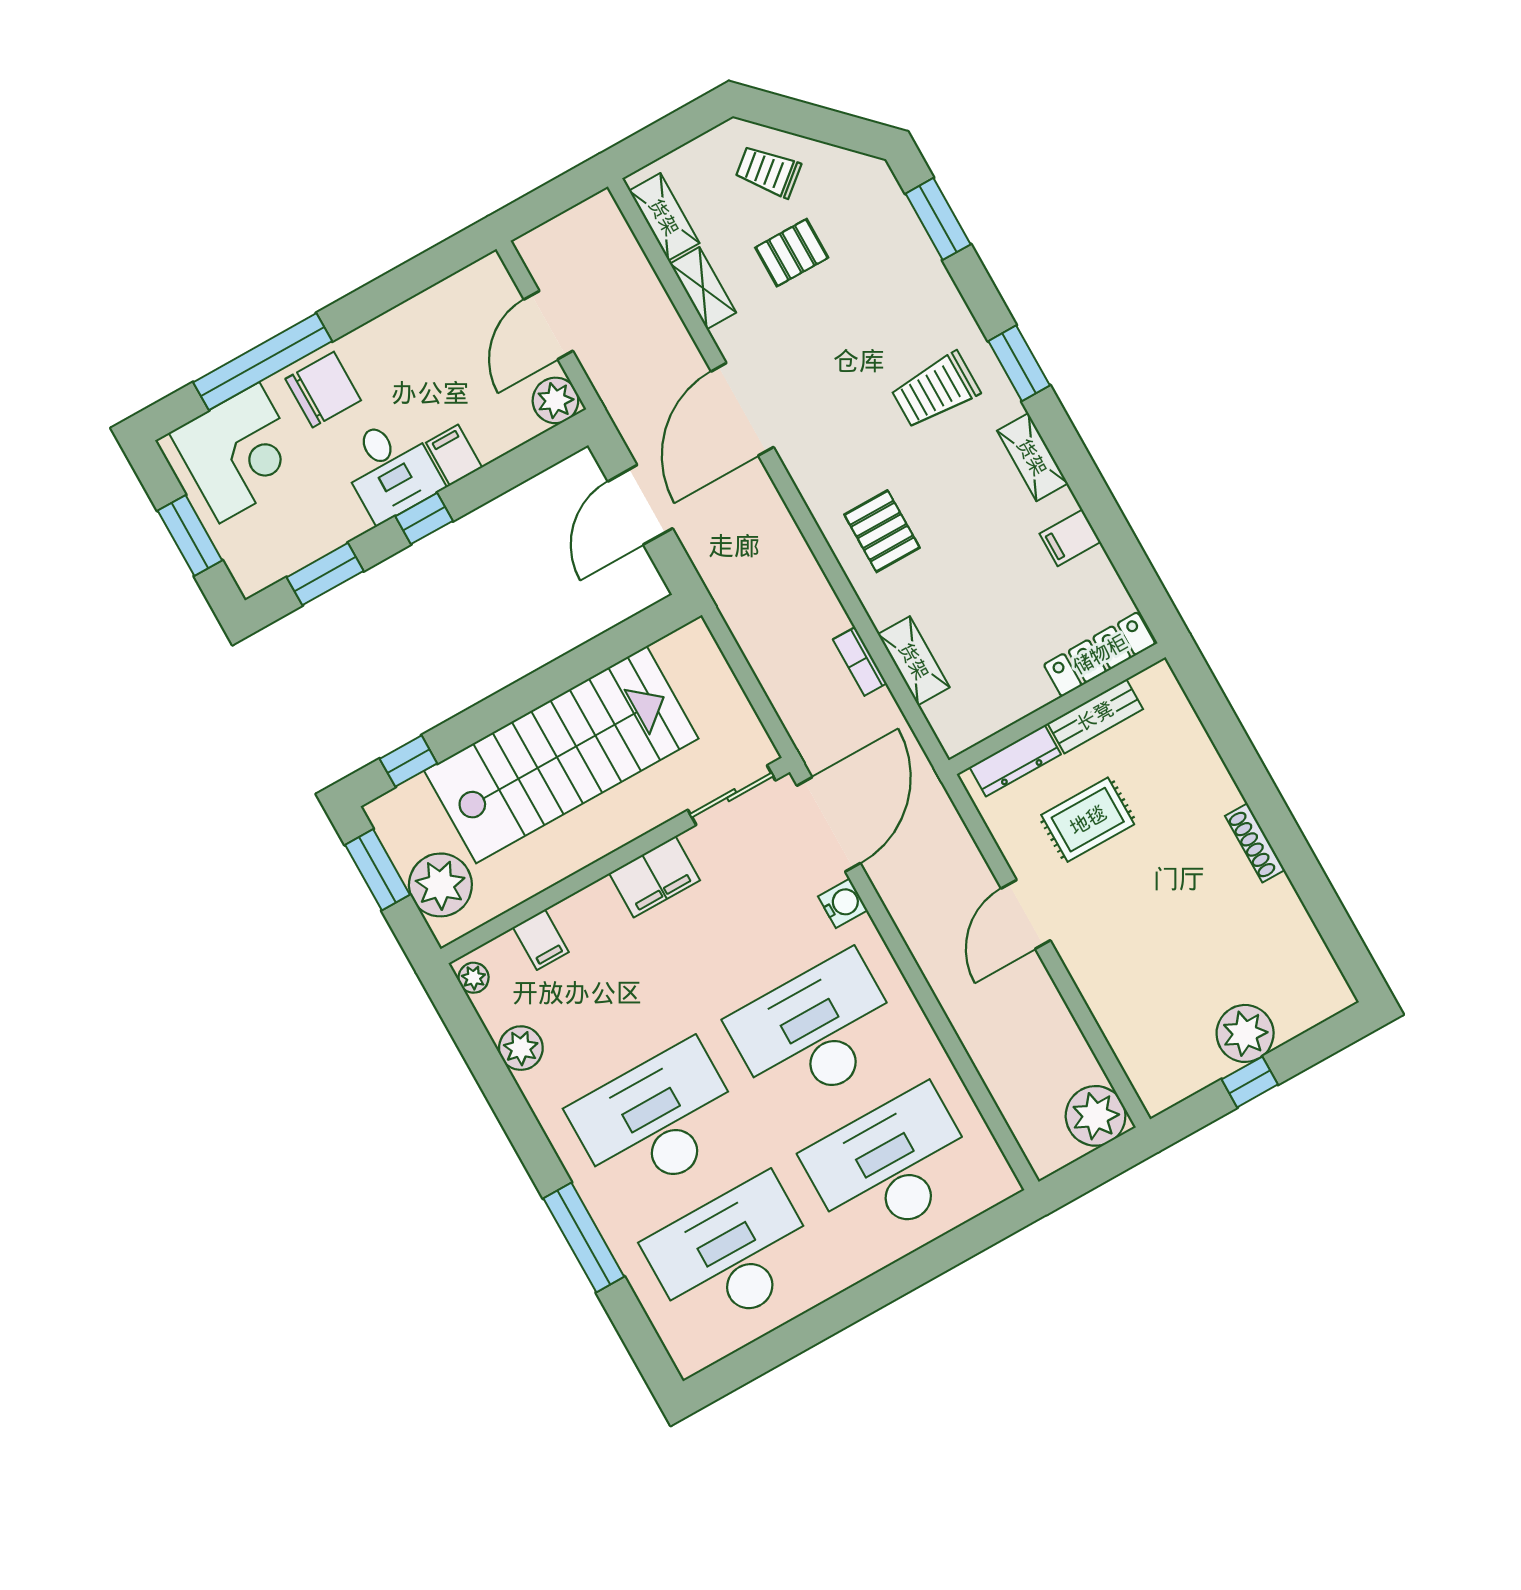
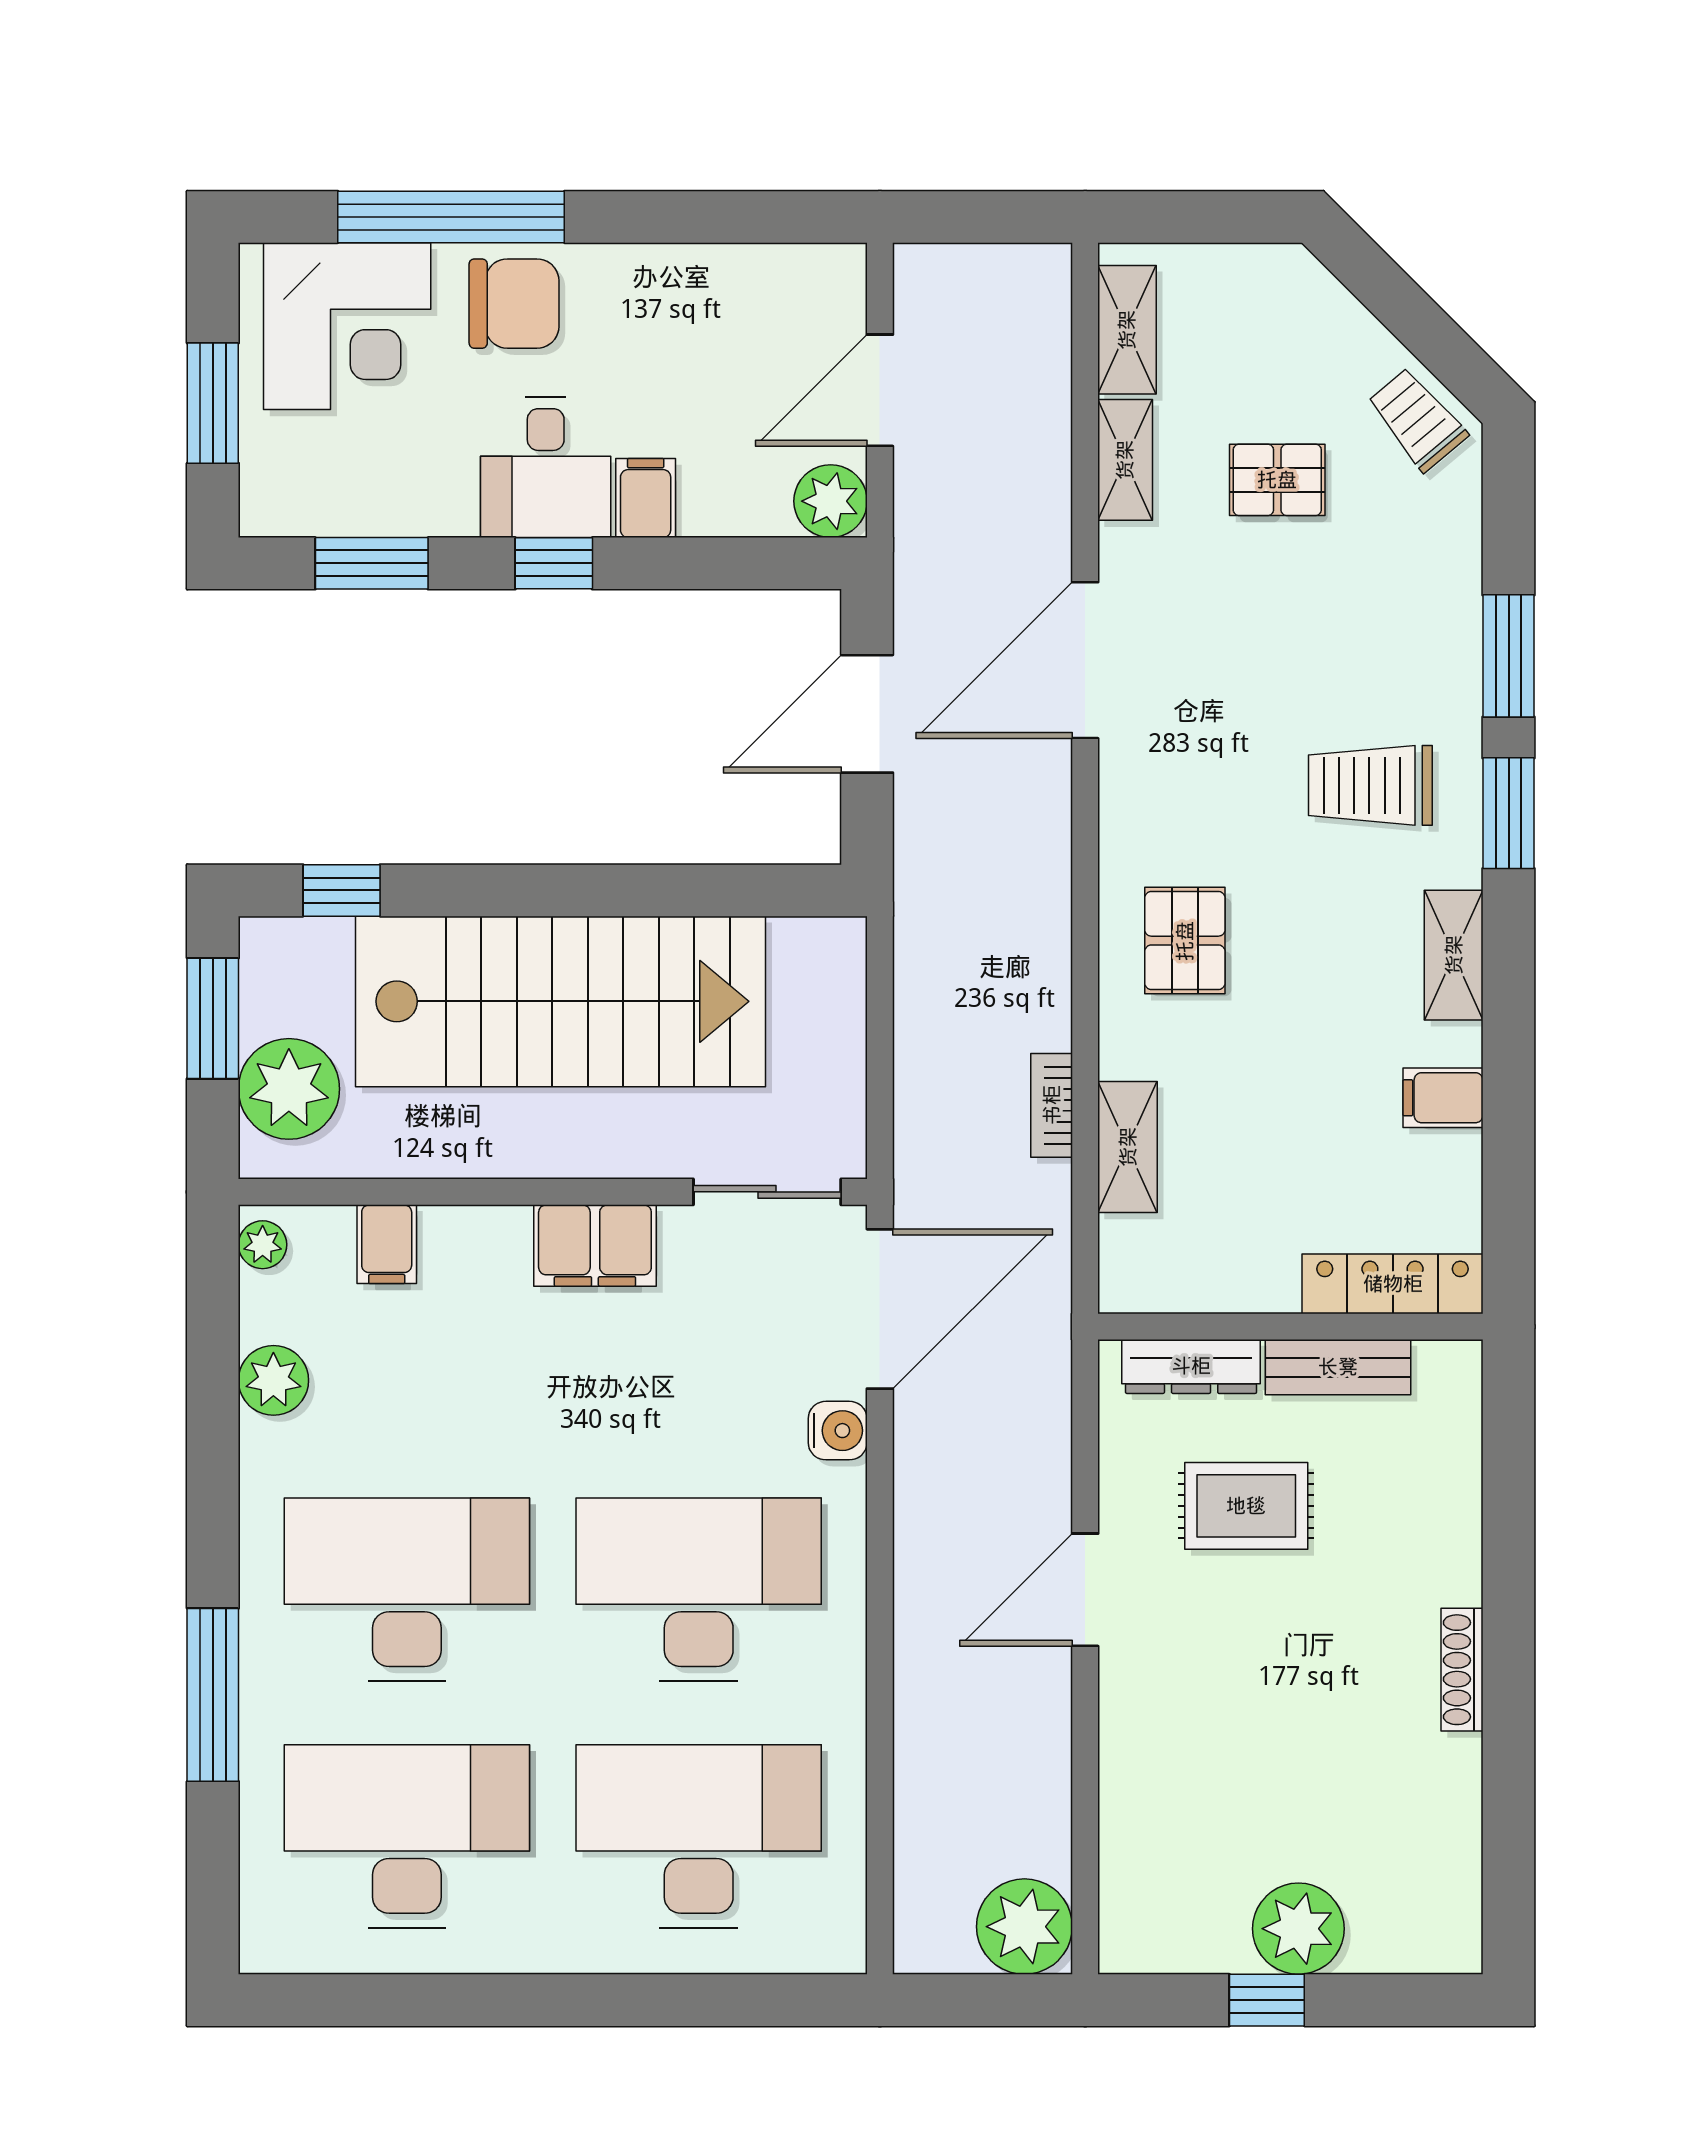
trolley: (768, 171) -> (1417, 419), moved
window: (938, 219) -> (1509, 656), moved

